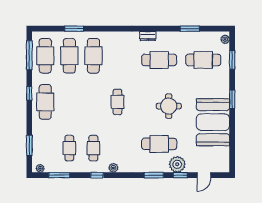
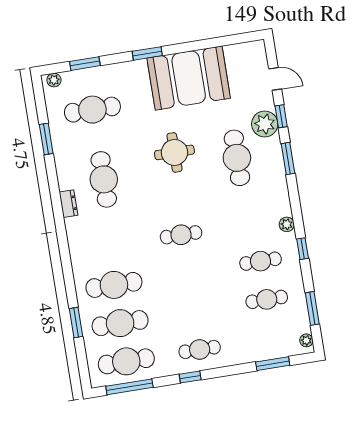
cafe table: (203, 60) -> (92, 110), turned 90
cafe table: (45, 102) -> (200, 349), width x0.73, depth x0.74

